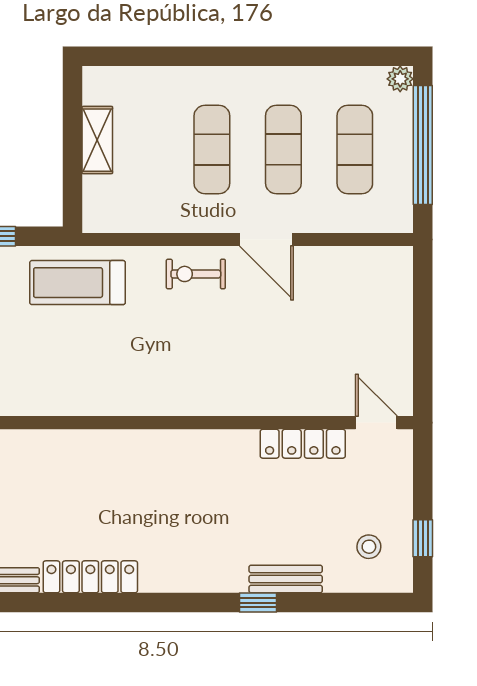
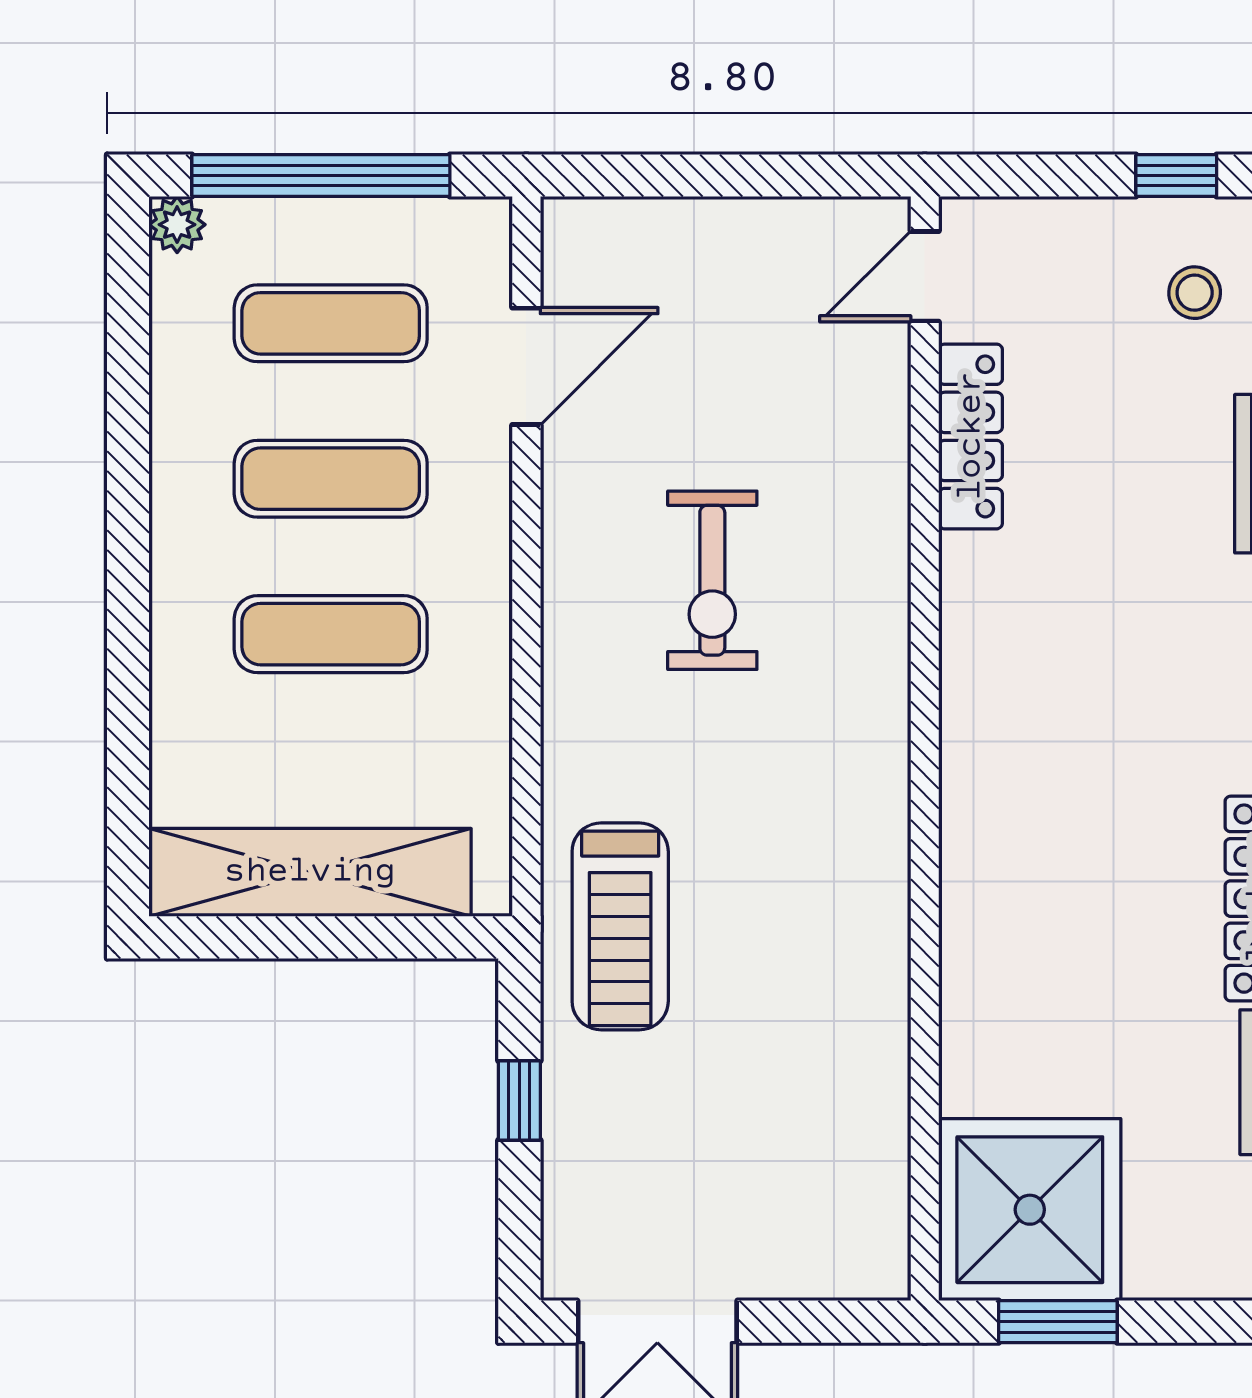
shelving: (97, 140) -> (310, 872), width x2.20, depth x1.33
door: (266, 239) -> (526, 366), moved
exercise bike: (196, 274) -> (712, 580), moved, width x1.38, depth x1.39

